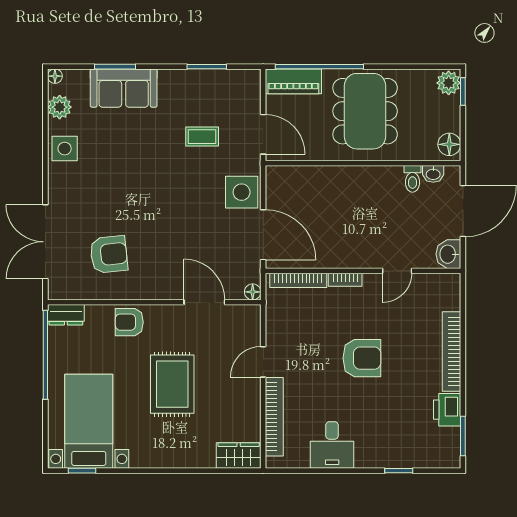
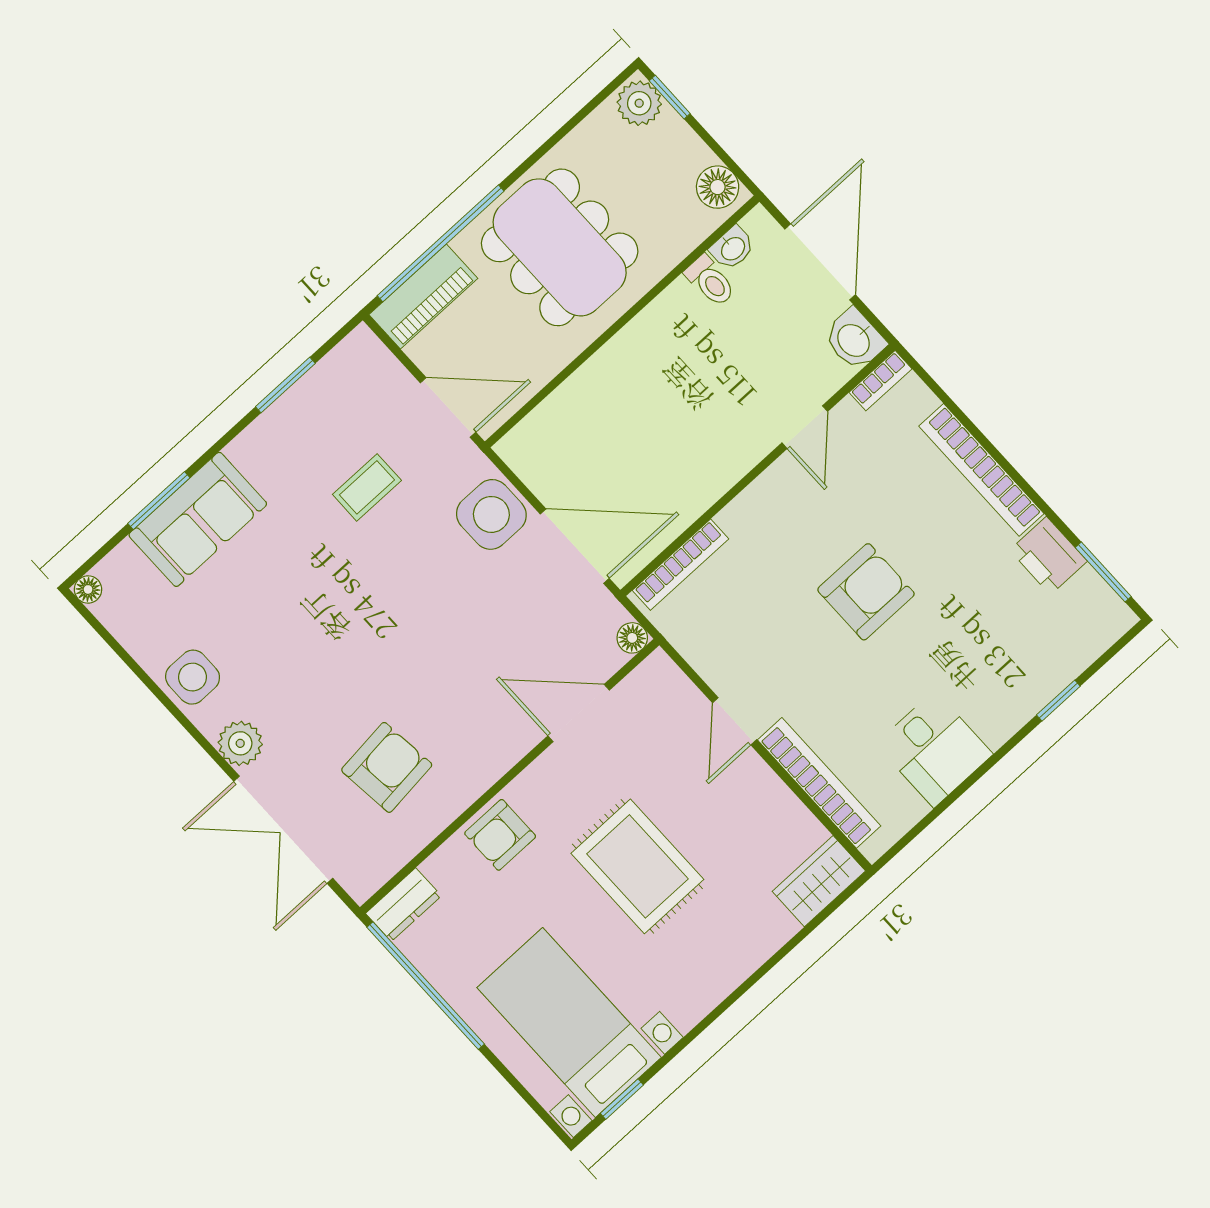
plant: (60, 107) -> (240, 743), moved
bookcase: (345, 280) -> (880, 381), moved

